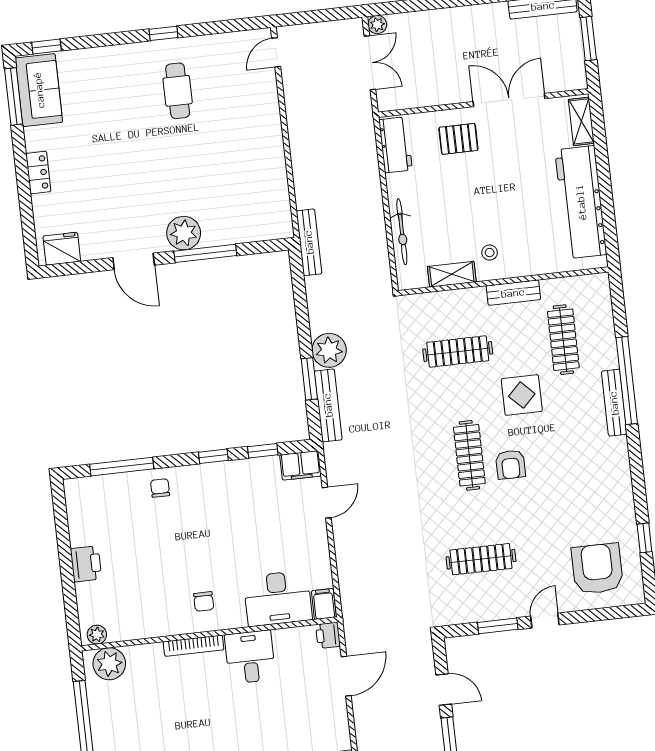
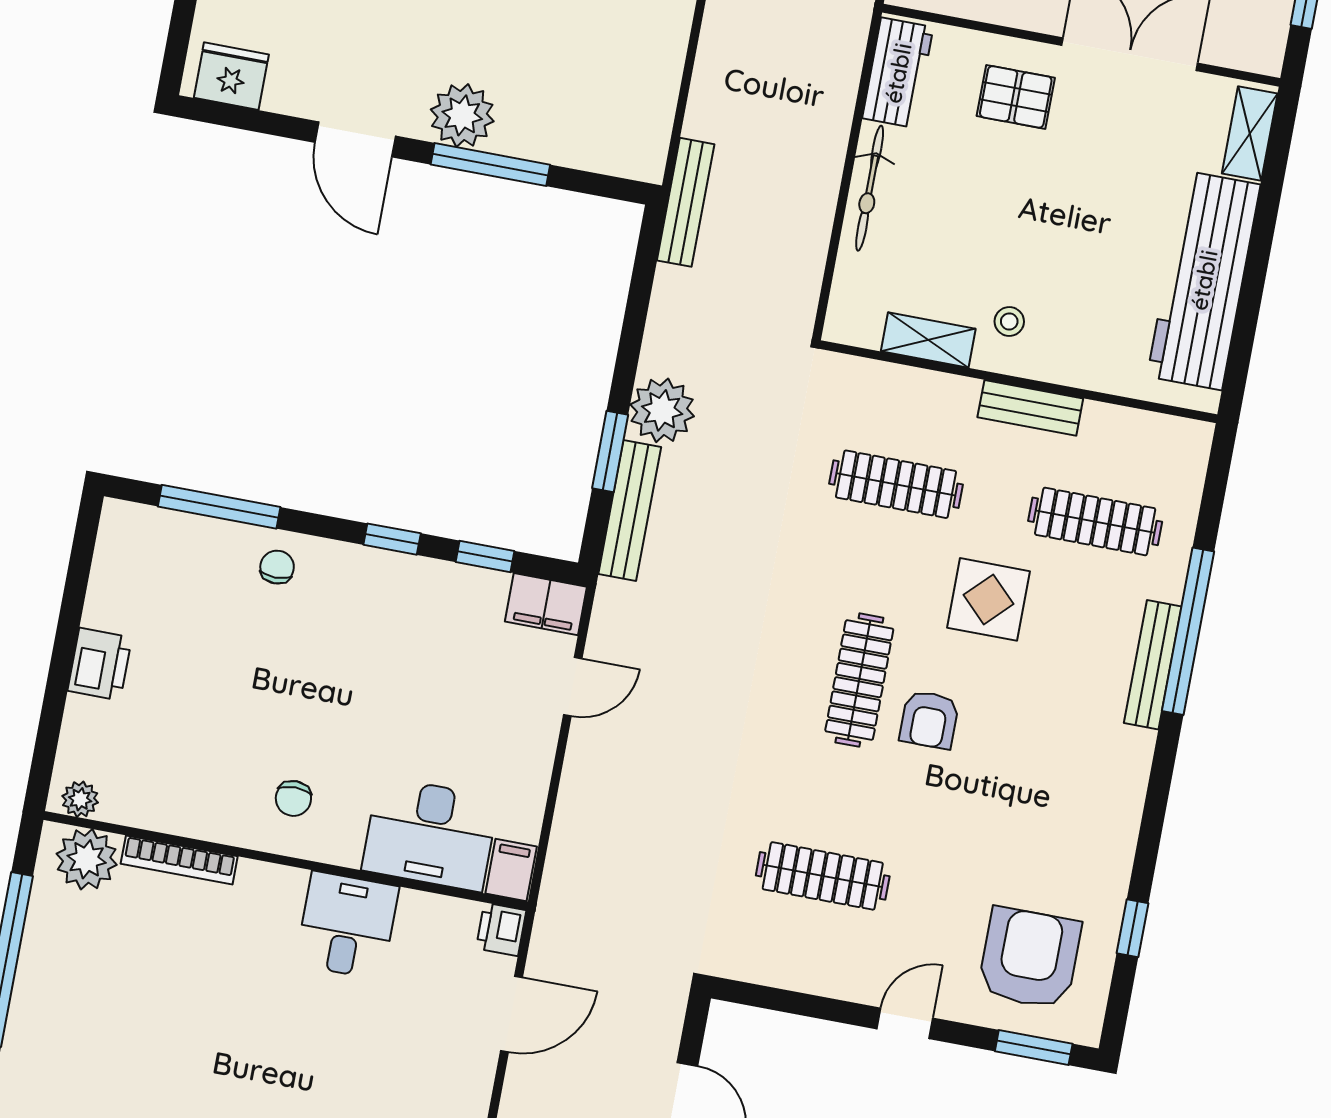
bicycle: (402, 232) -> (870, 188), moved
clothes rail: (563, 340) -> (1095, 521), turned 90
window: (498, 626) -> (1034, 1048), moved
bookcase: (194, 646) -> (179, 860), moved

